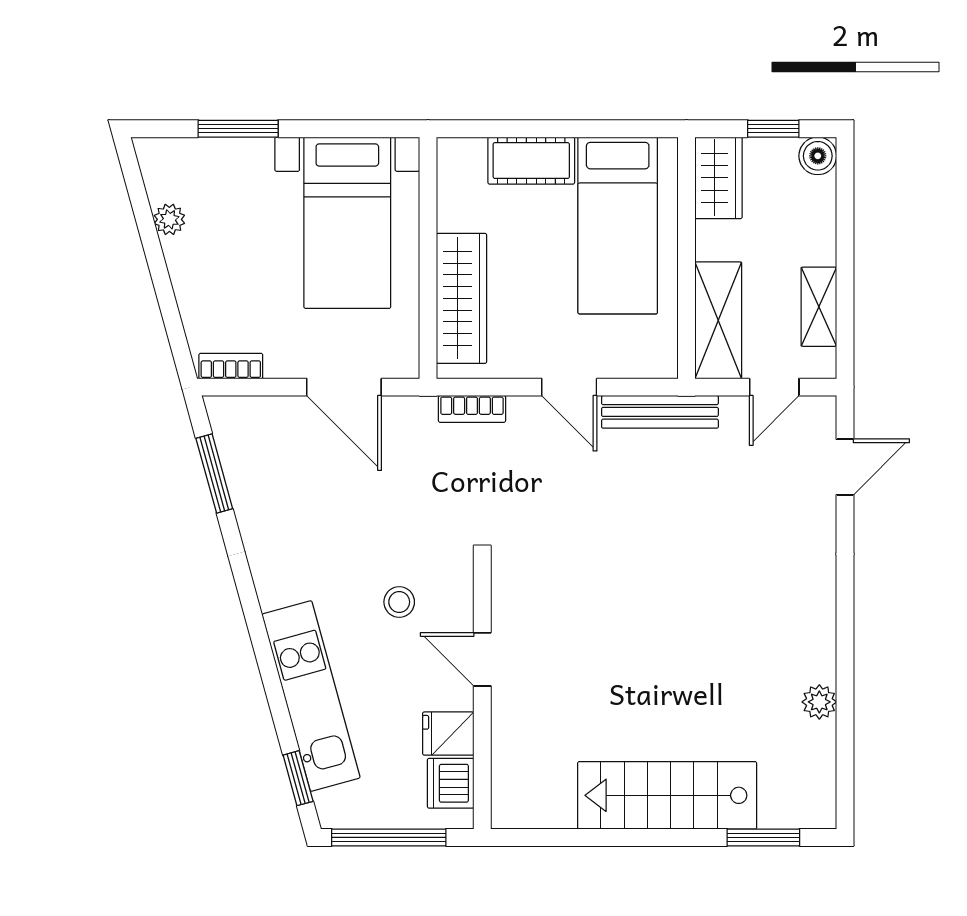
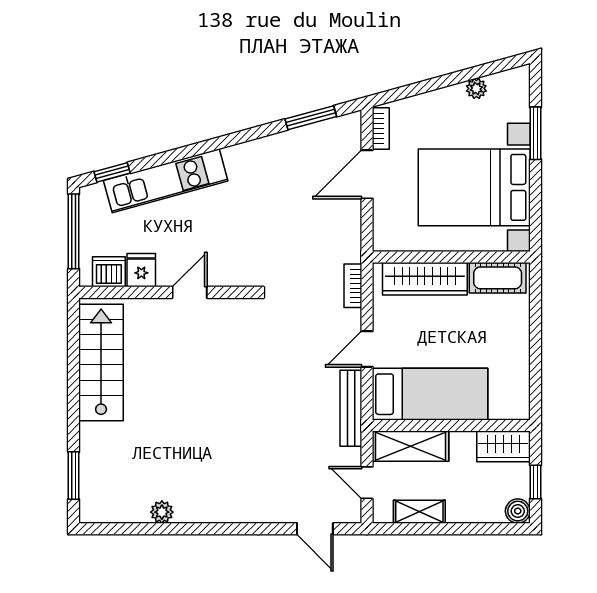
cot: (531, 161) -> (498, 278), moved, turned 90
bed with nightstands: (347, 223) -> (474, 187), width x1.36
bed: (618, 225) -> (430, 394), moved, turned 180
door: (344, 387) -> (367, 174), moved
stool: (399, 602) -> (227, 238), removed
stairs: (667, 795) -> (101, 363), moved

